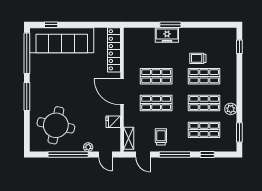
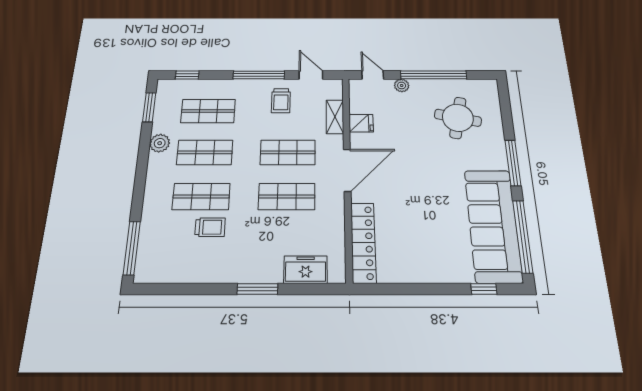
freezer: (167, 35) -> (306, 270), moved
sofa: (62, 40) -> (493, 225), moved, turned -90
window: (239, 47) -> (132, 248), width x2.17
door: (122, 92) -> (347, 170), hinge flipped
round table: (56, 125) -> (458, 118), width x0.73, depth x0.73
shelving: (129, 138) -> (335, 117), moved
window: (207, 154) -> (187, 75), moved

